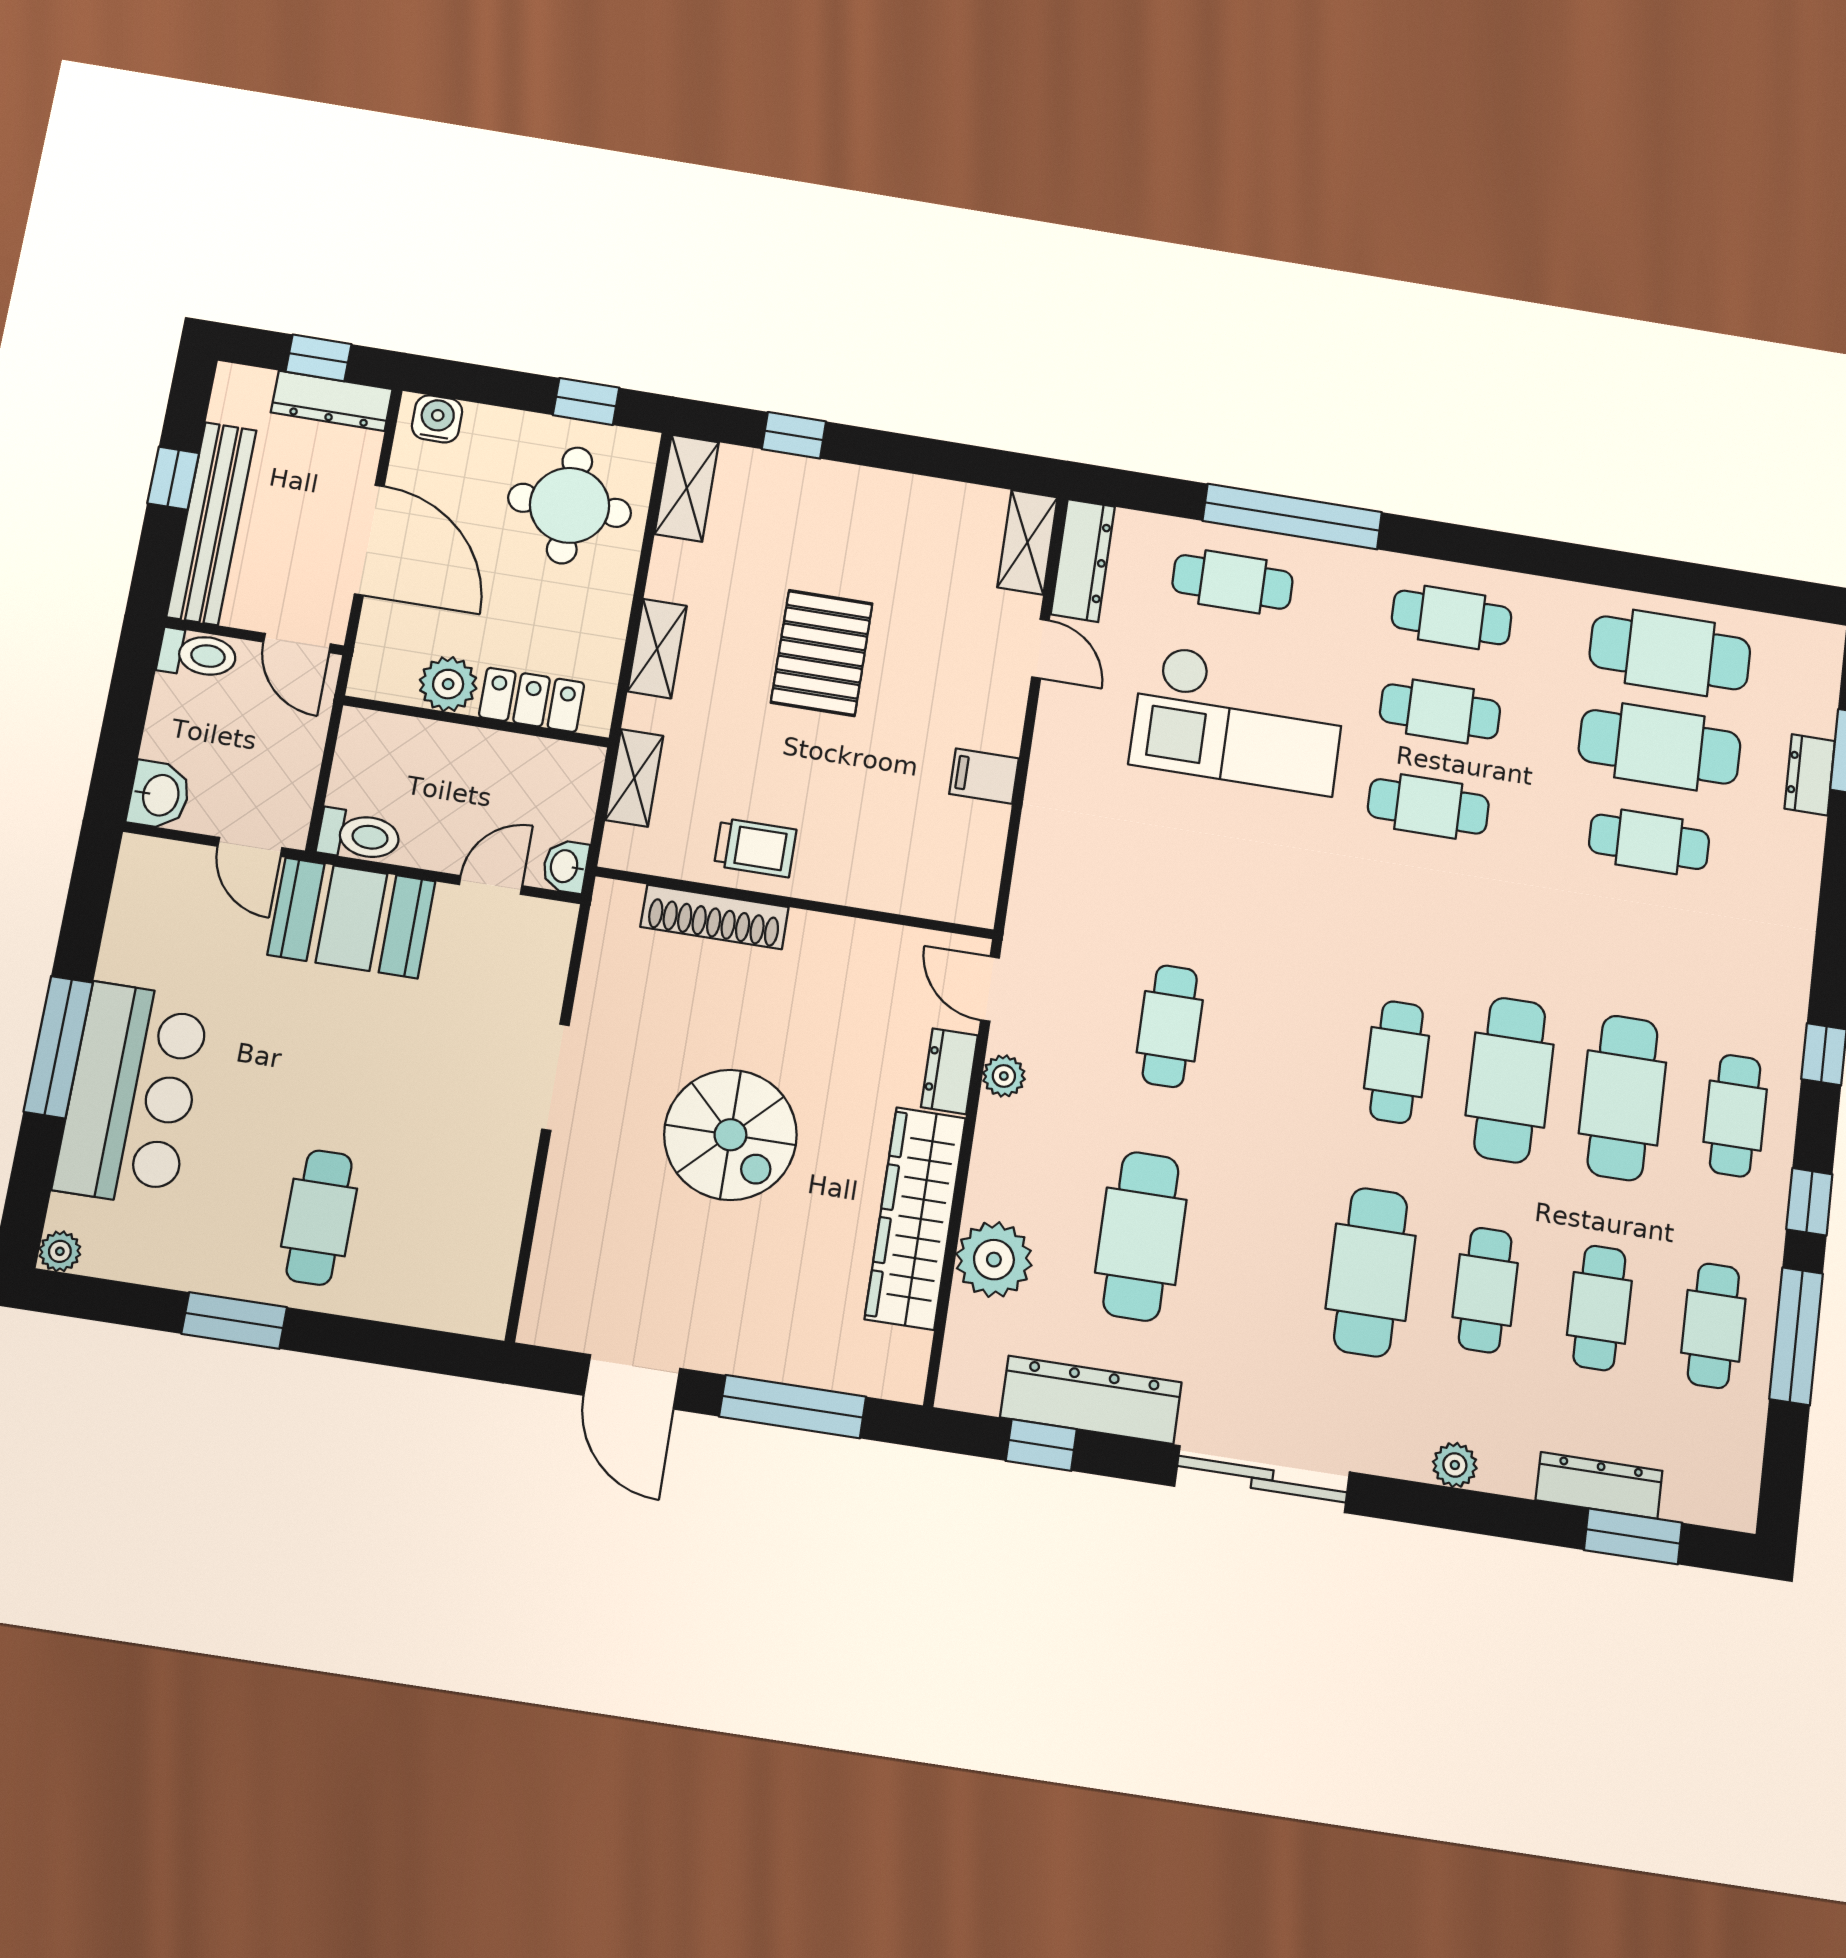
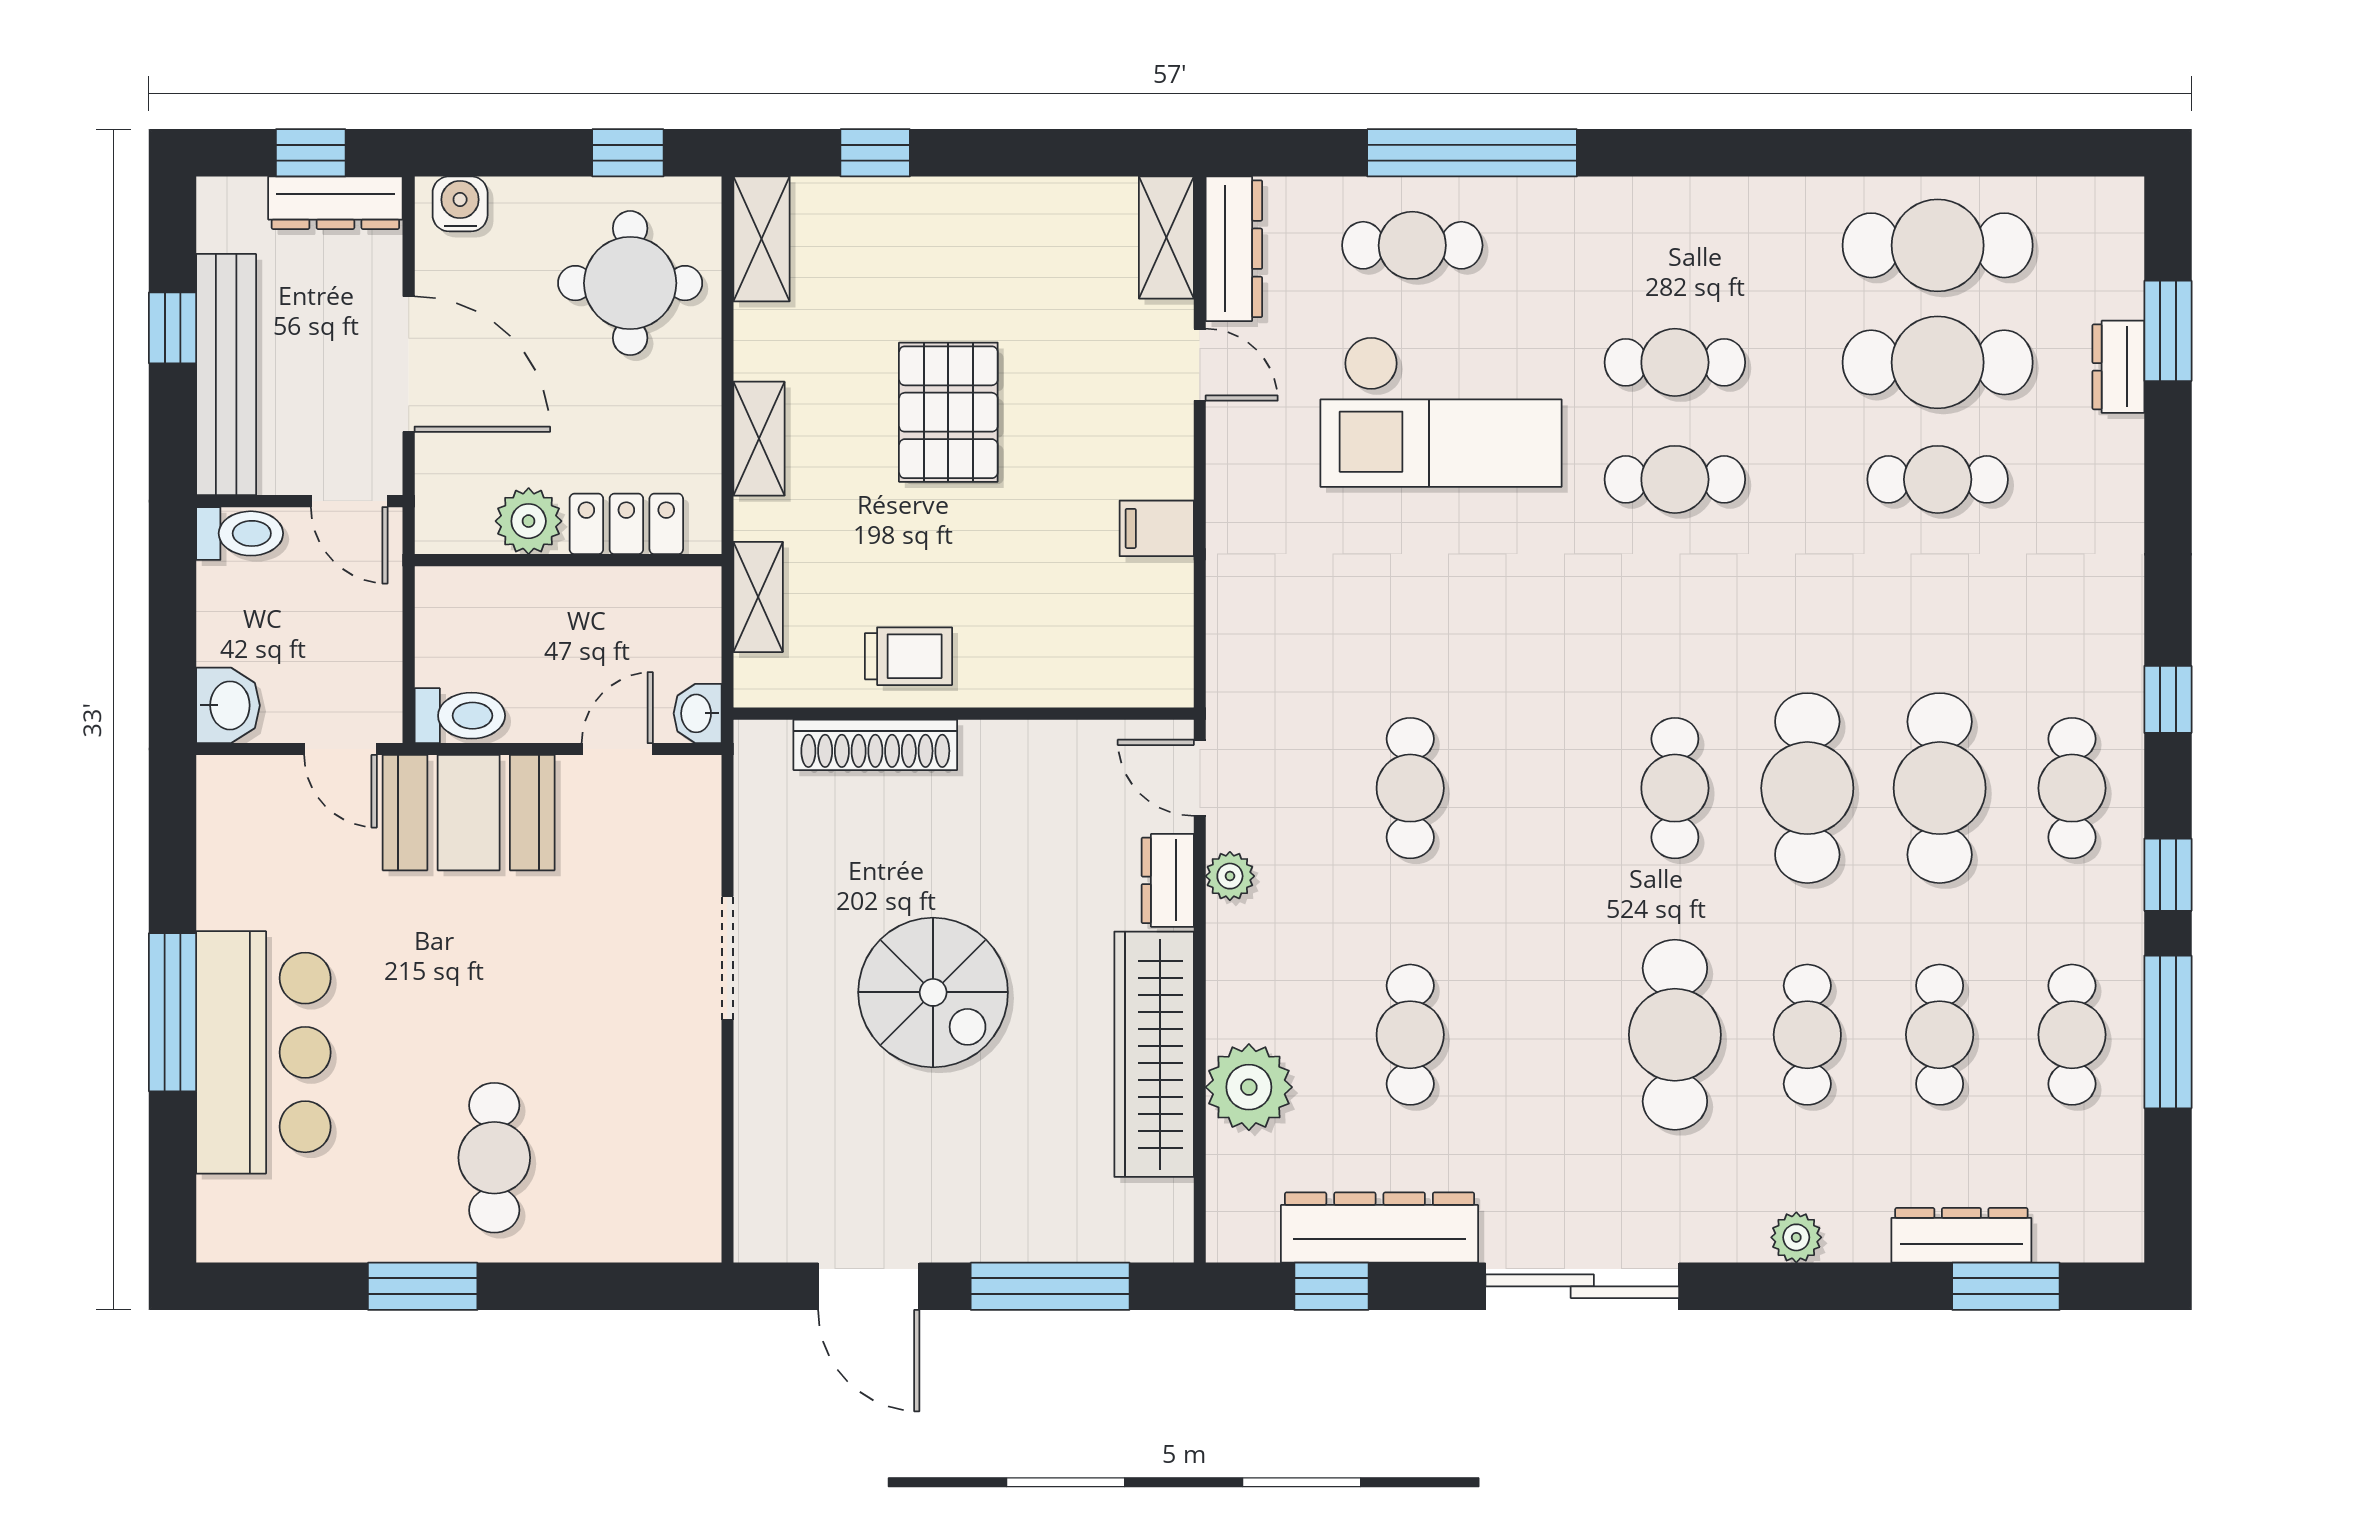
cafe table: (1452, 617) -> (1675, 245), removed
cafe table: (1141, 1236) -> (1410, 1035), width x0.73, depth x0.74
plant: (60, 1251) -> (219, 1240), removed

